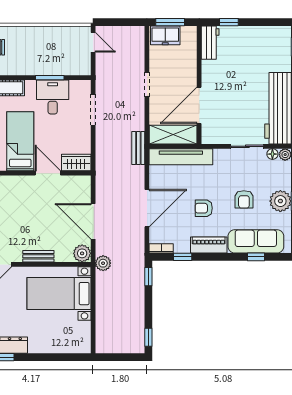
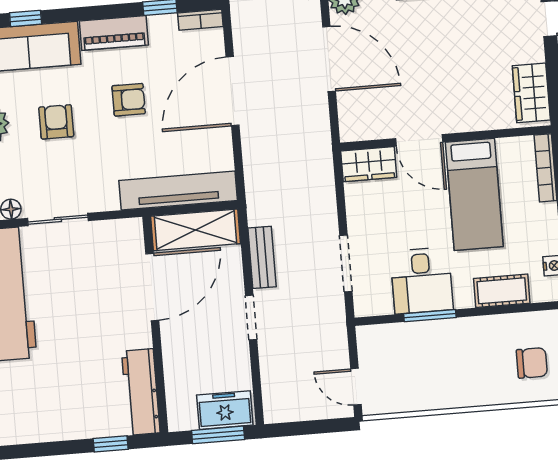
workbench: (210, 43) -> (141, 392), width x1.37
bench: (138, 148) -> (262, 257), moved

